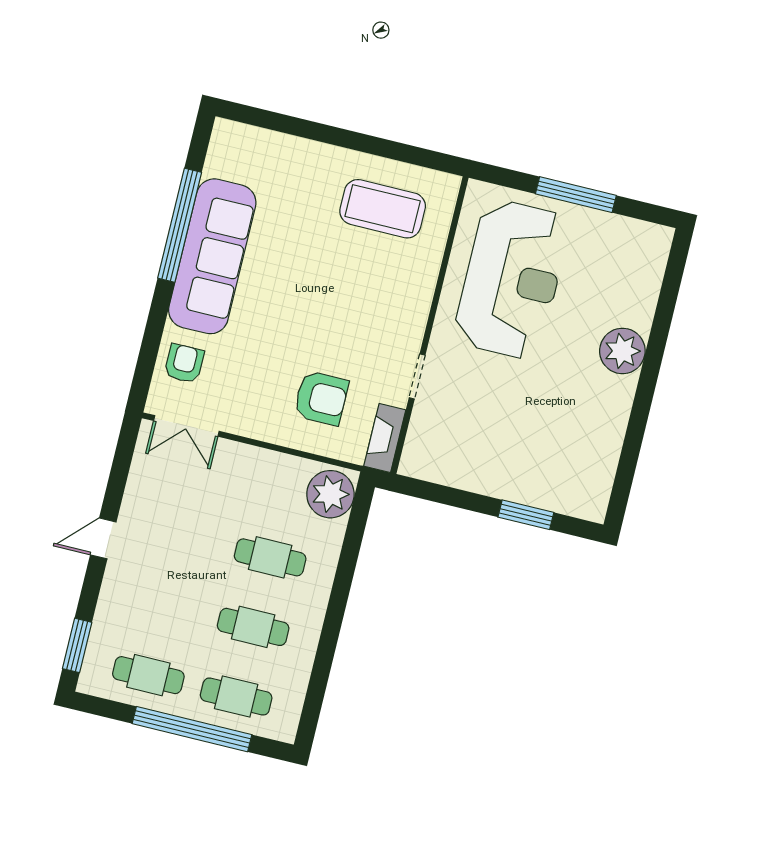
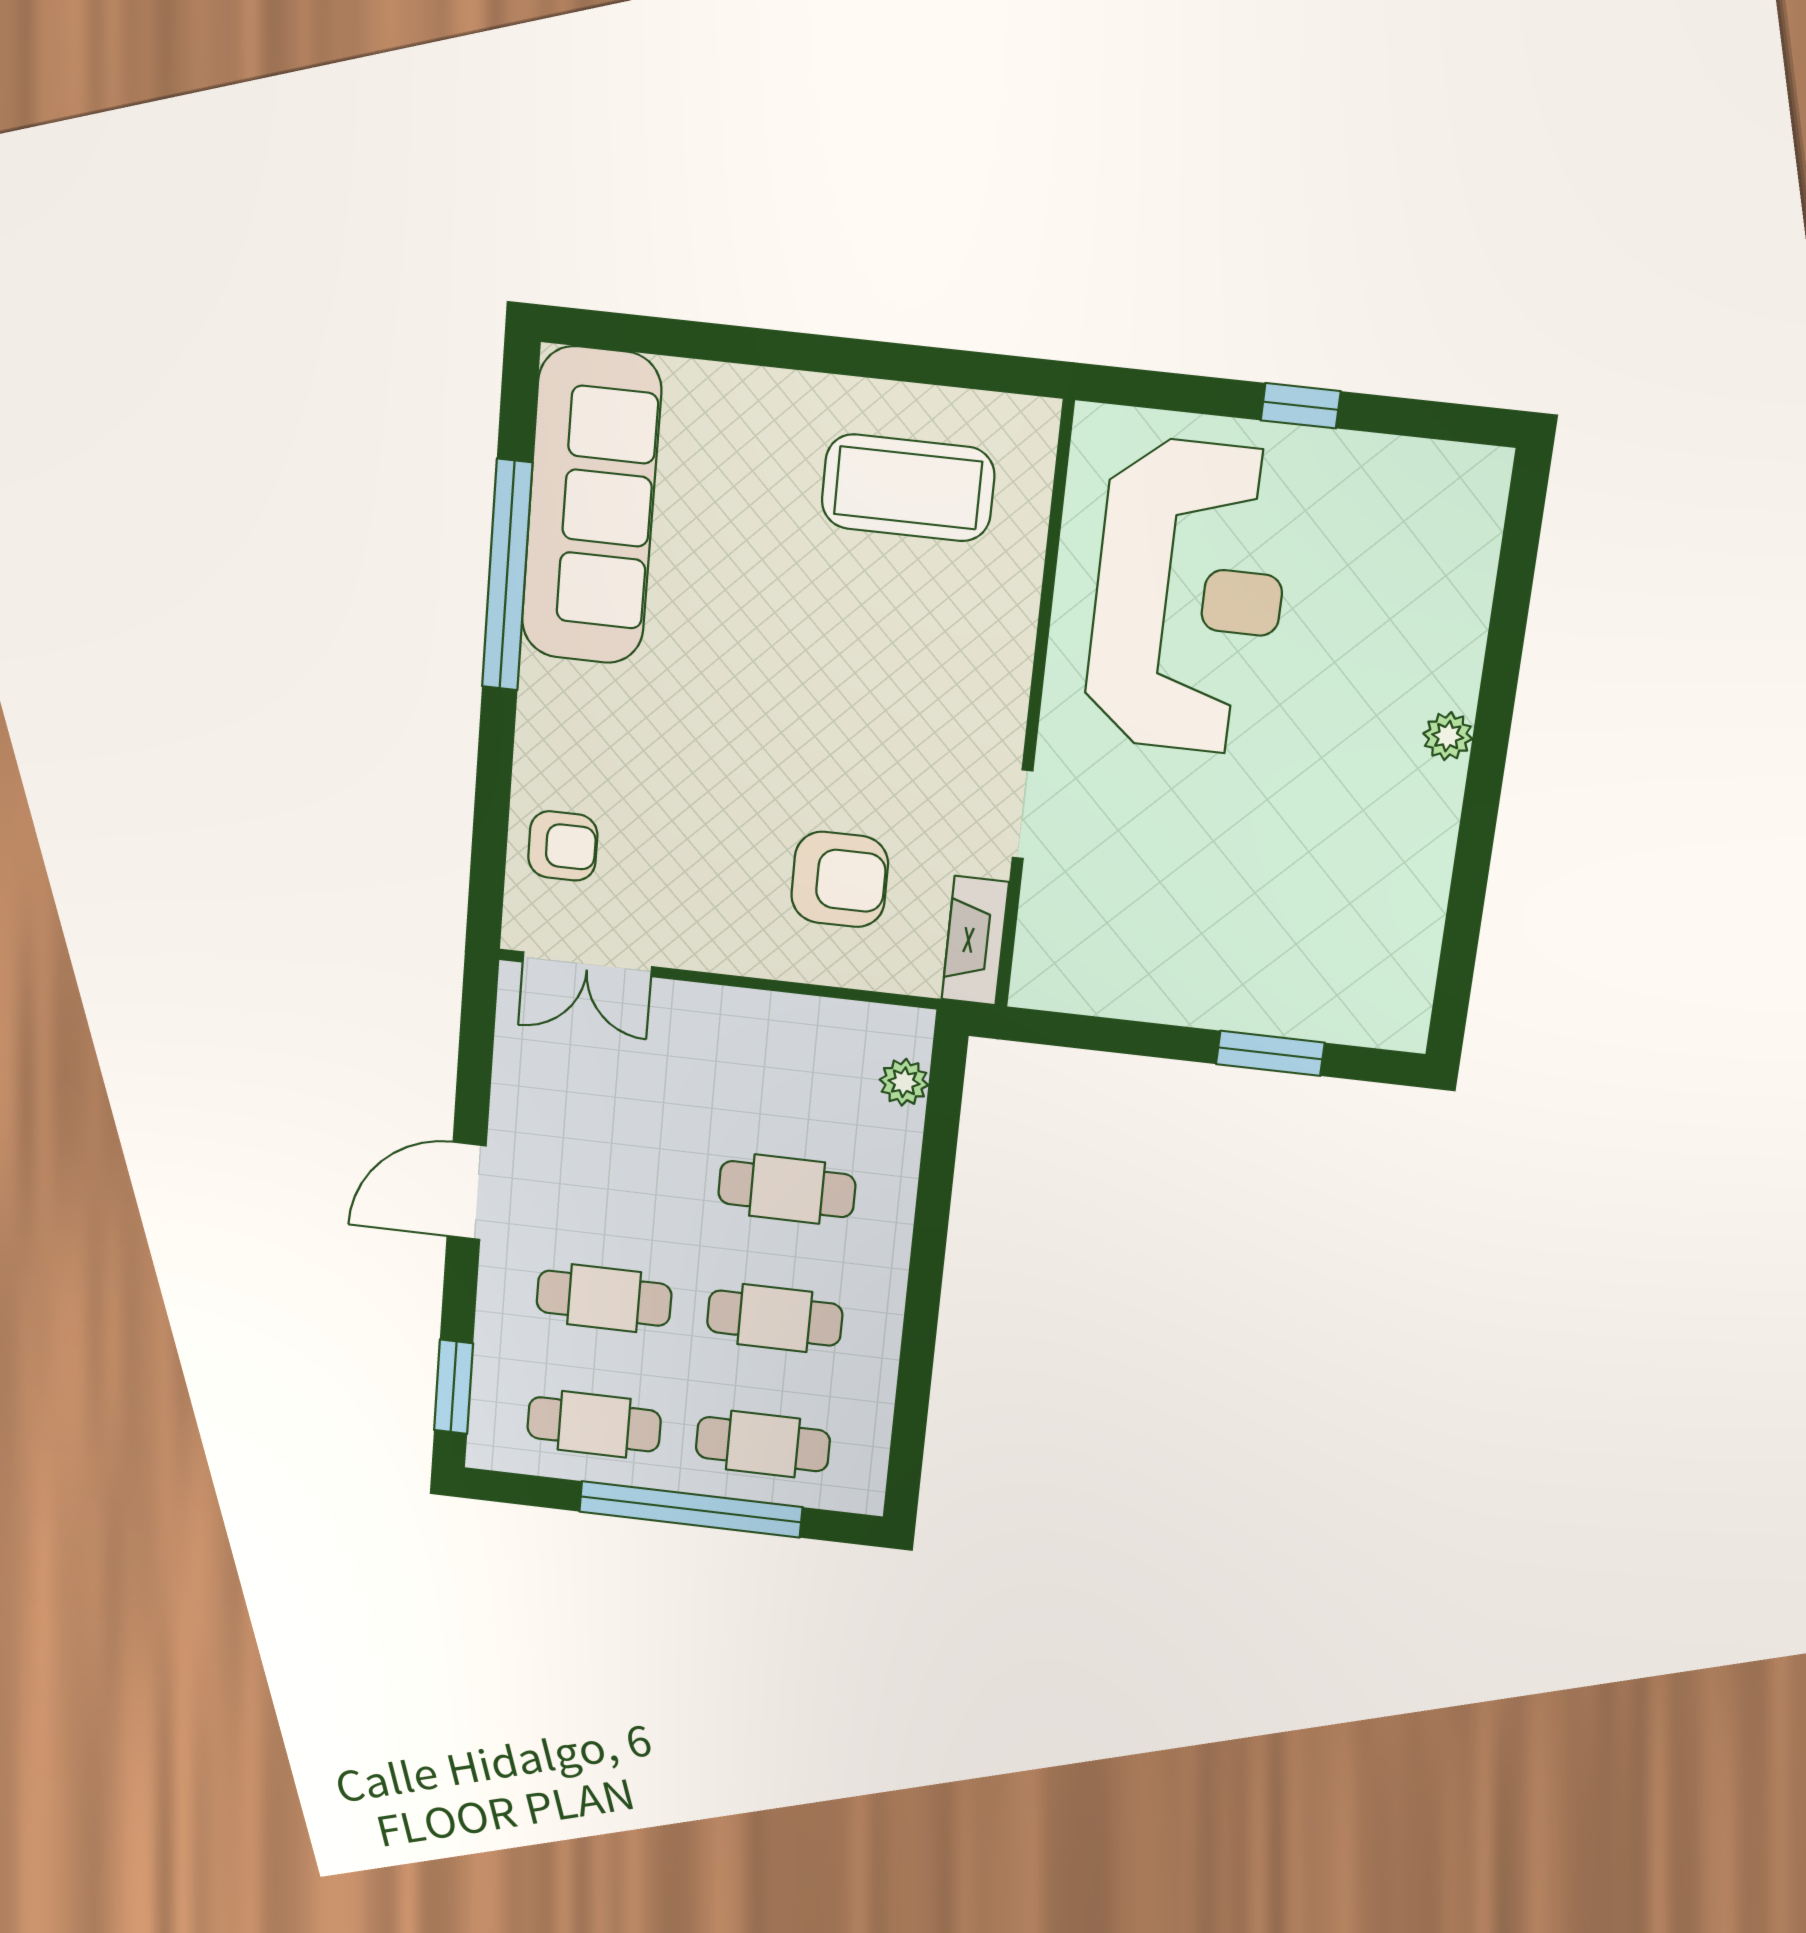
window: (576, 195) -> (1301, 406), width x0.46
sofa: (212, 256) -> (591, 506), moved
plant: (622, 351) -> (1448, 736), width x0.53, depth x0.53
armchair: (184, 363) -> (563, 846), turned 90
plant: (330, 494) -> (904, 1082), width x0.53, depth x0.53
door: (103, 538) -> (466, 1191), width x1.38
cafe table: (165, 606) -> (604, 1298), added

